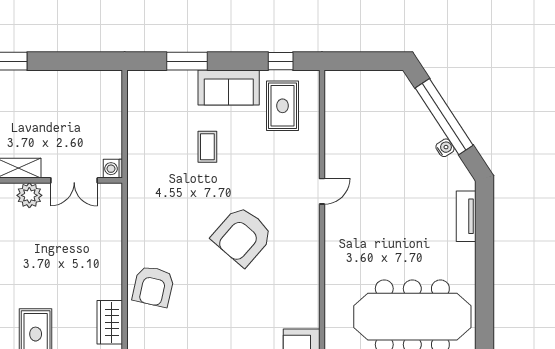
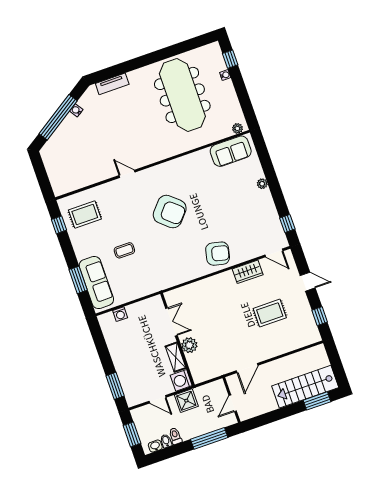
sofa: (229, 87) -> (96, 282), moved, width x1.36
washing machine: (113, 169) -> (120, 314), moved

